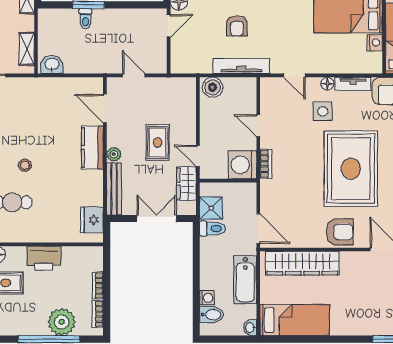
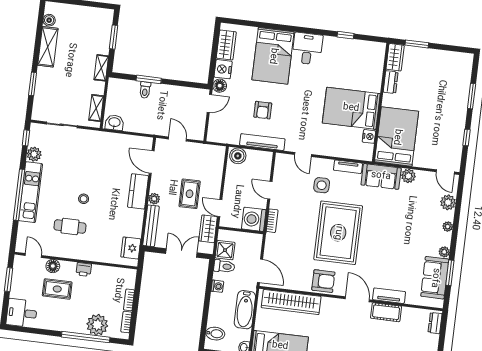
floor lamp: (327, 84) -> (328, 164), removed
printer: (44, 258) -> (84, 269), width x0.53, depth x0.68
washing machine: (207, 298) -> (217, 286), moved

